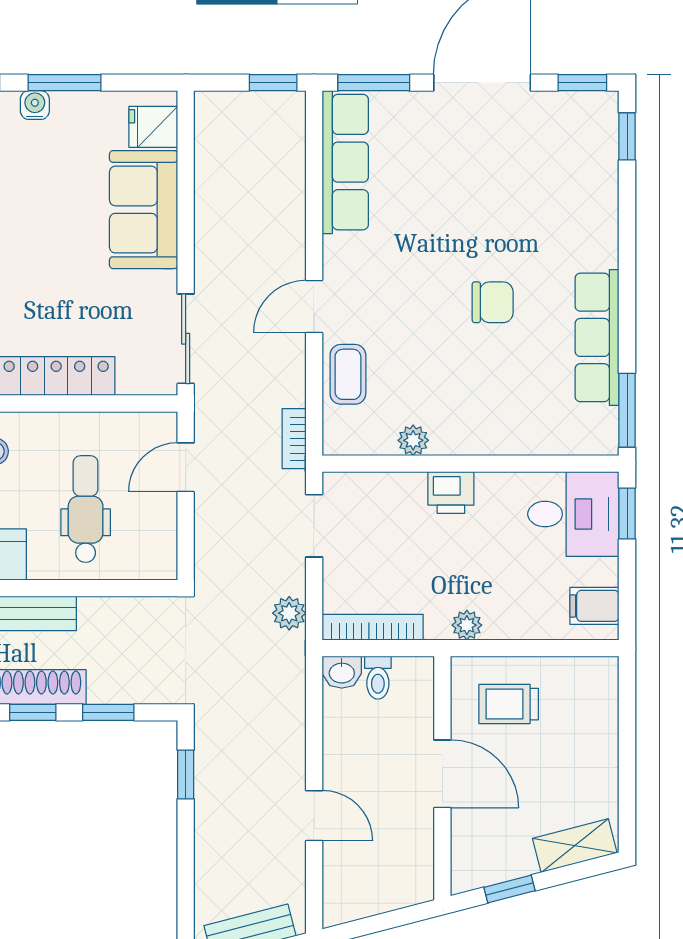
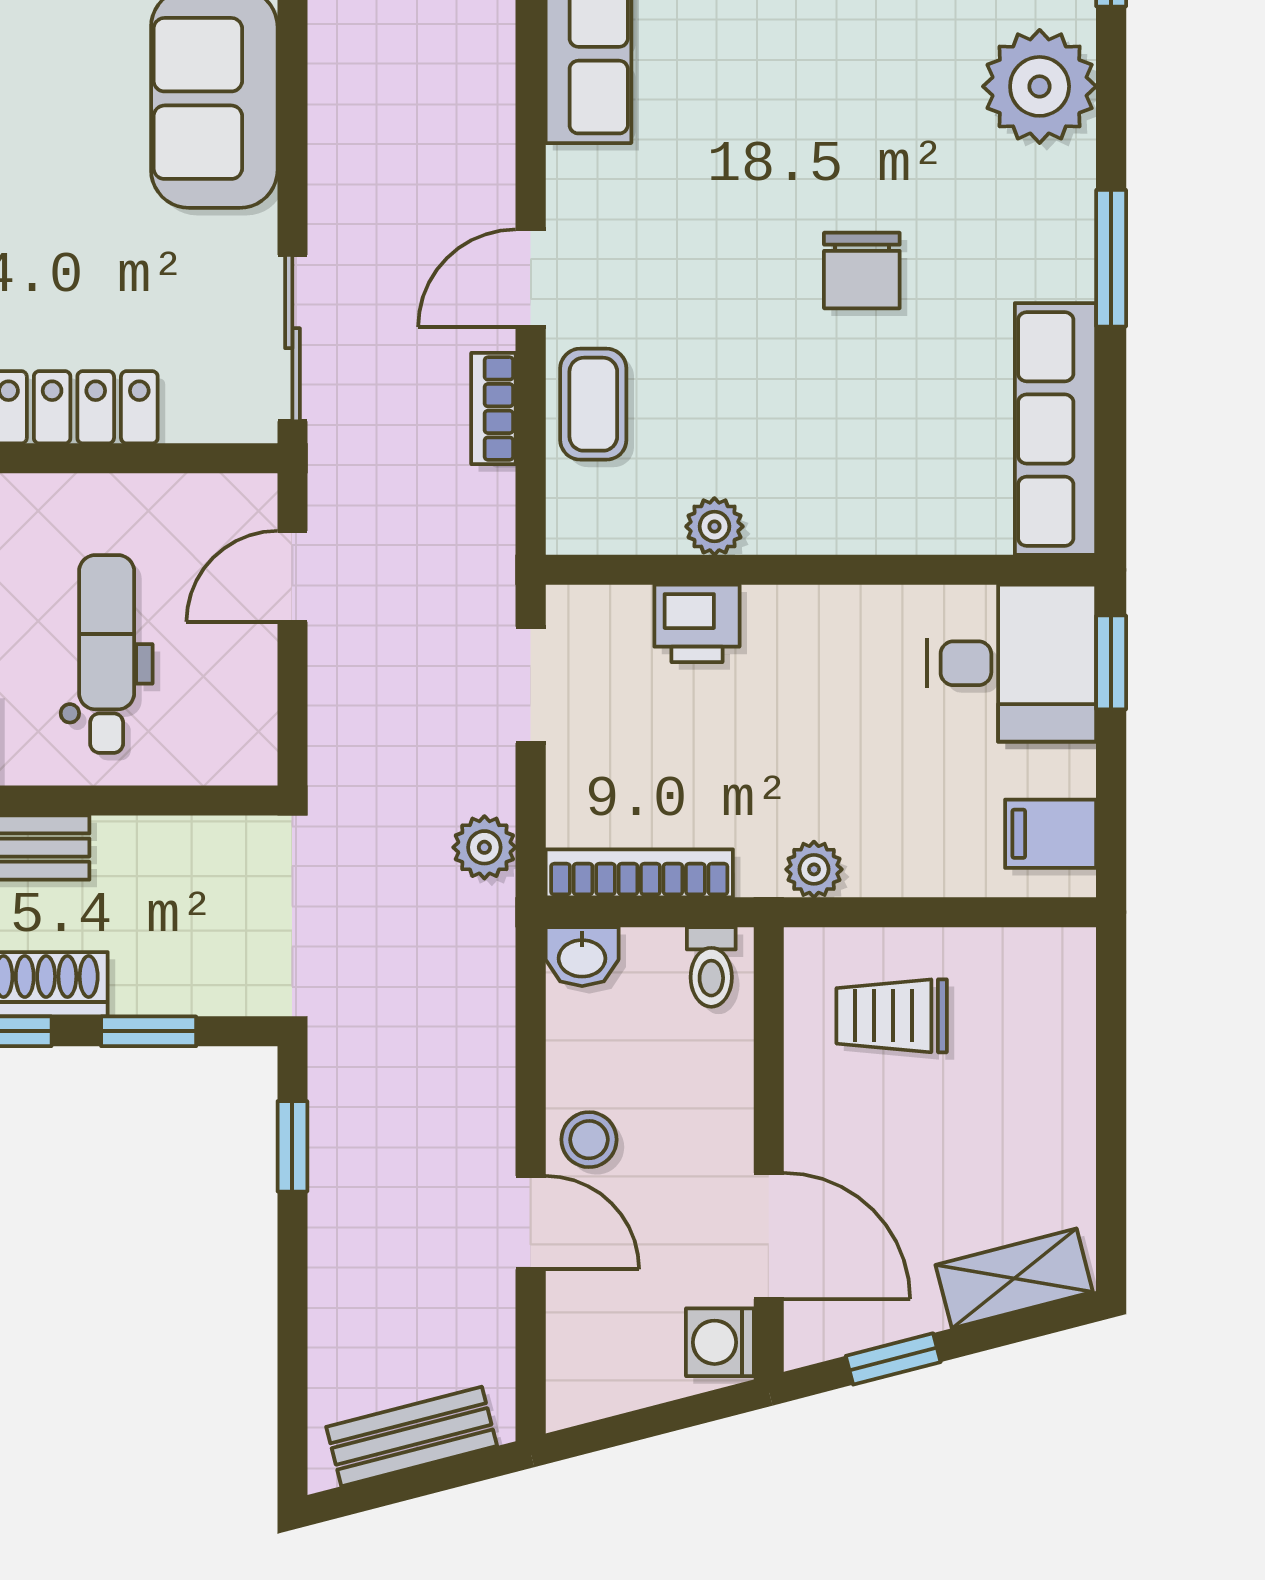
plant: (588, 203) -> (1040, 86), added
chair: (493, 302) -> (862, 270), turned 90
row of seats: (597, 337) -> (1055, 429), moved
window: (627, 410) -> (1111, 258), moved
bookcase: (294, 439) -> (493, 409), moved
printer: (451, 493) -> (697, 623), moved
toilet: (378, 678) -> (711, 967), moved
stool: (346, 771) -> (589, 1140), added
door: (442, 774) -> (769, 1236), moved
washing machine: (416, 880) -> (720, 1342), added

